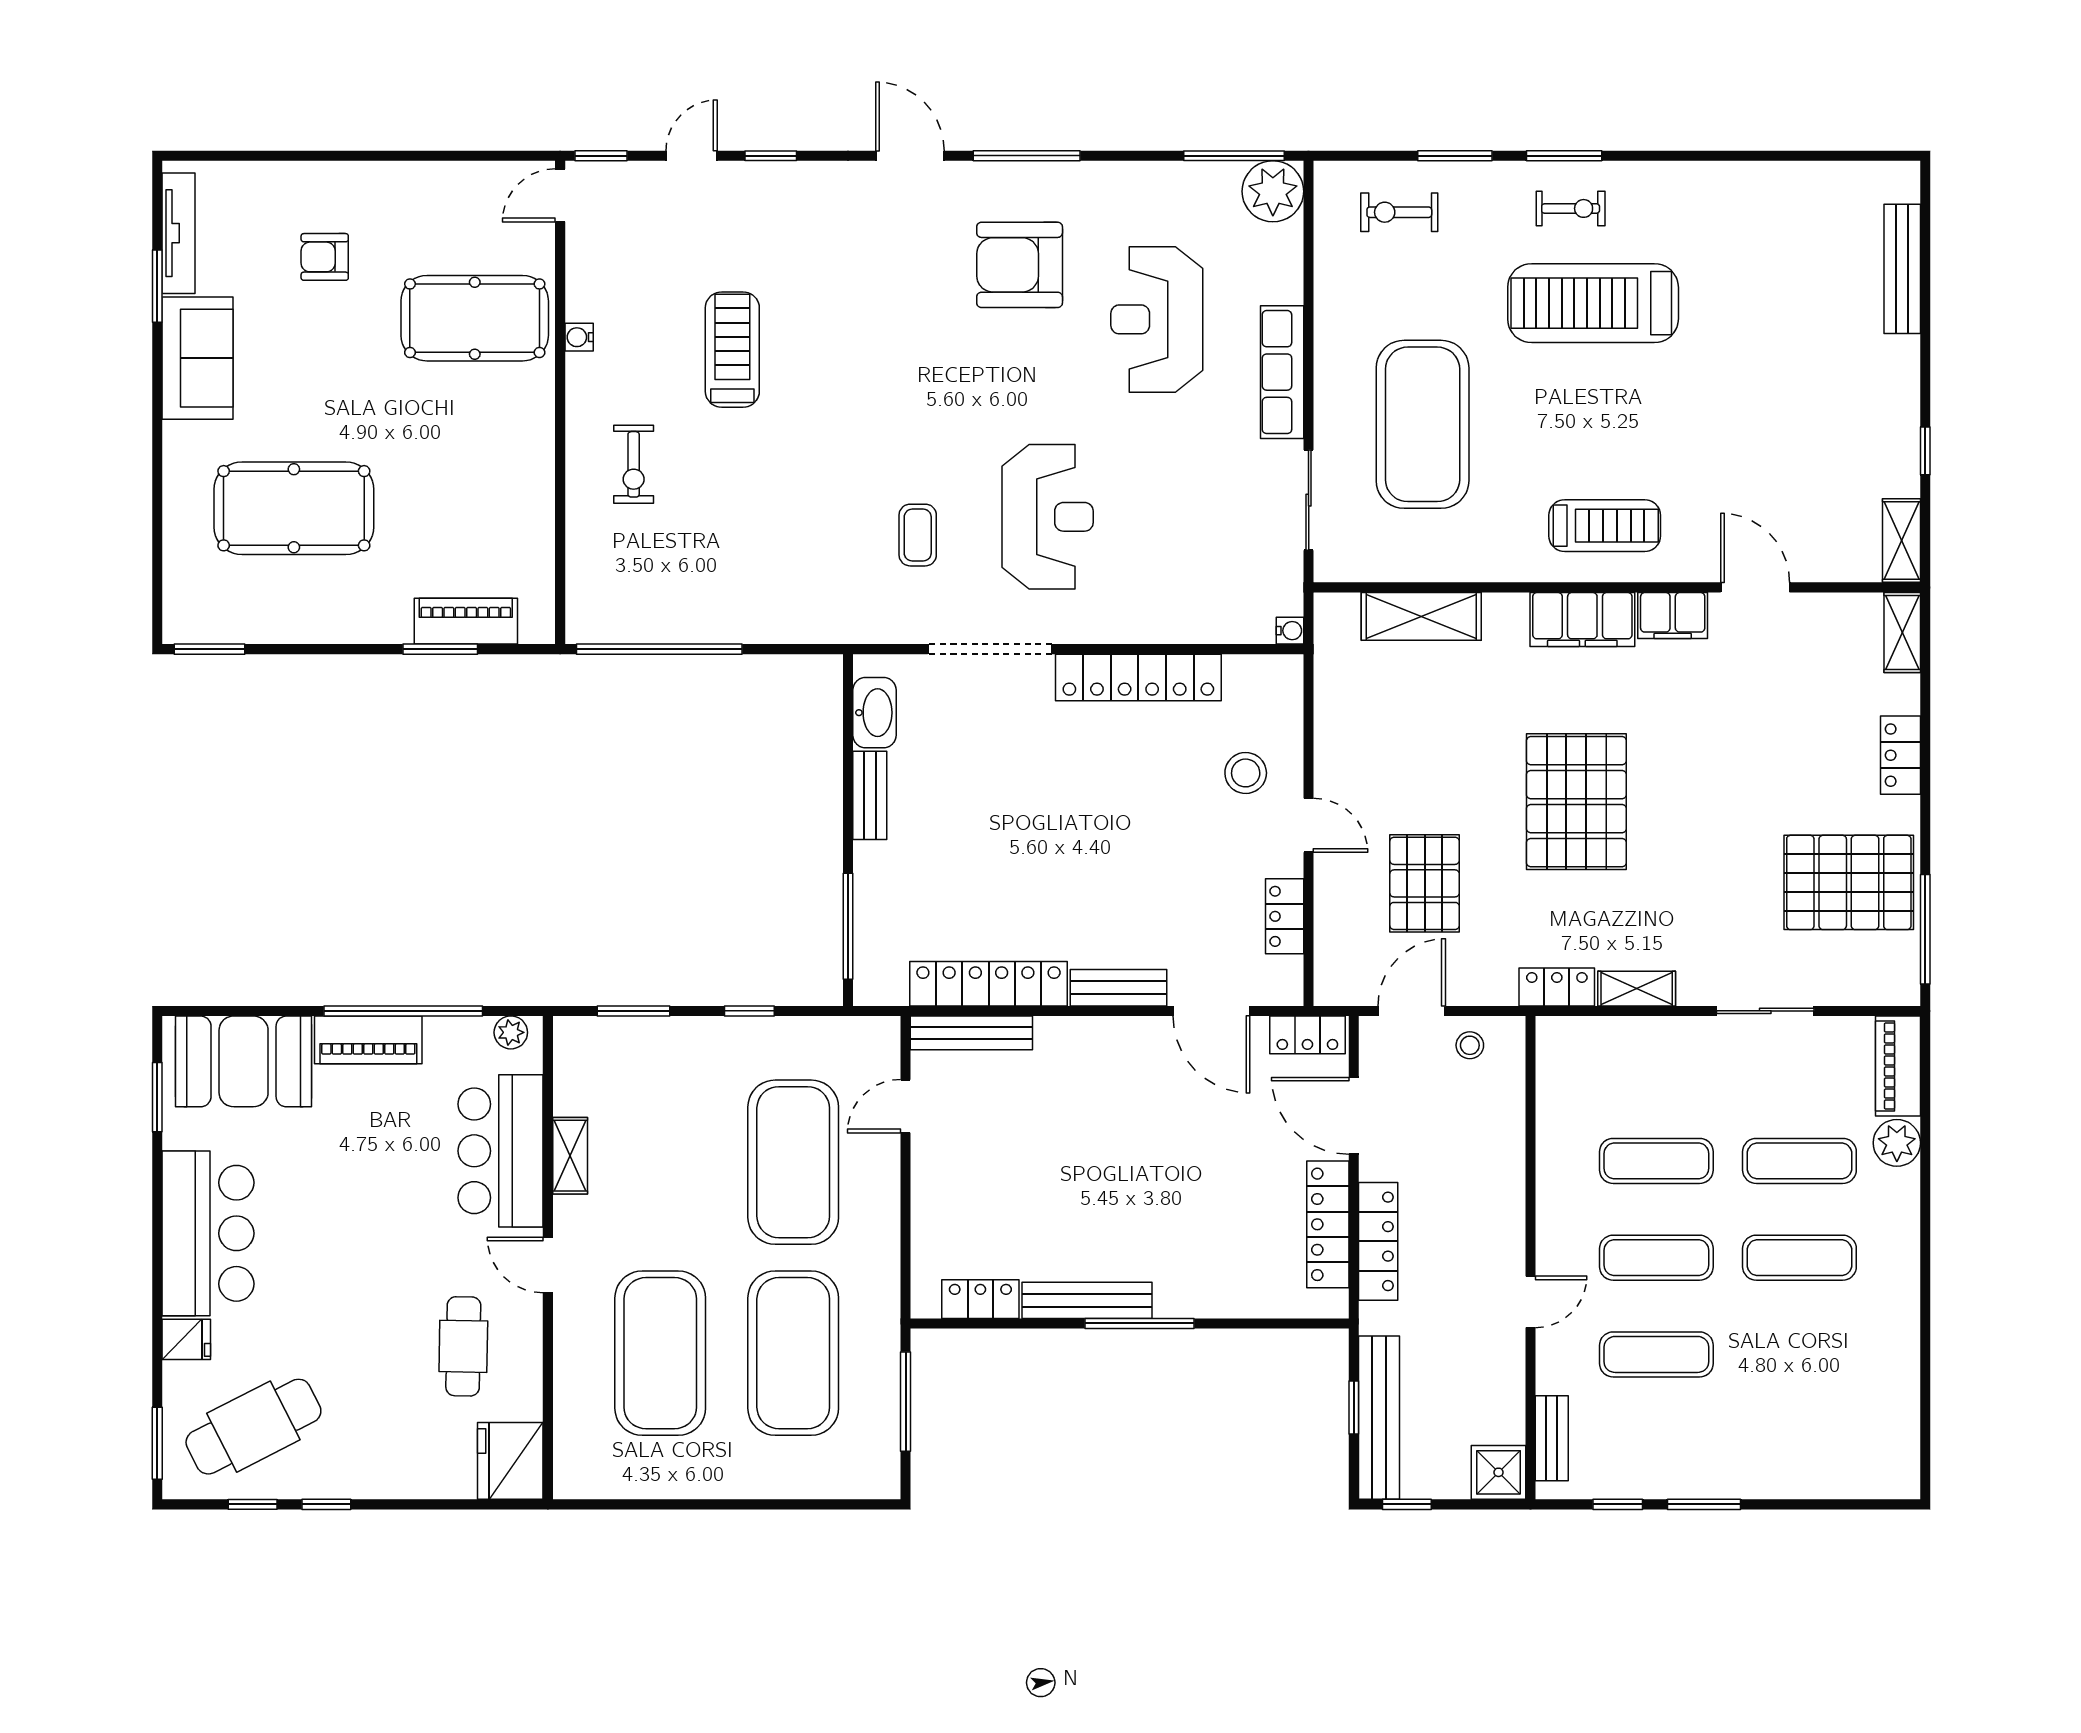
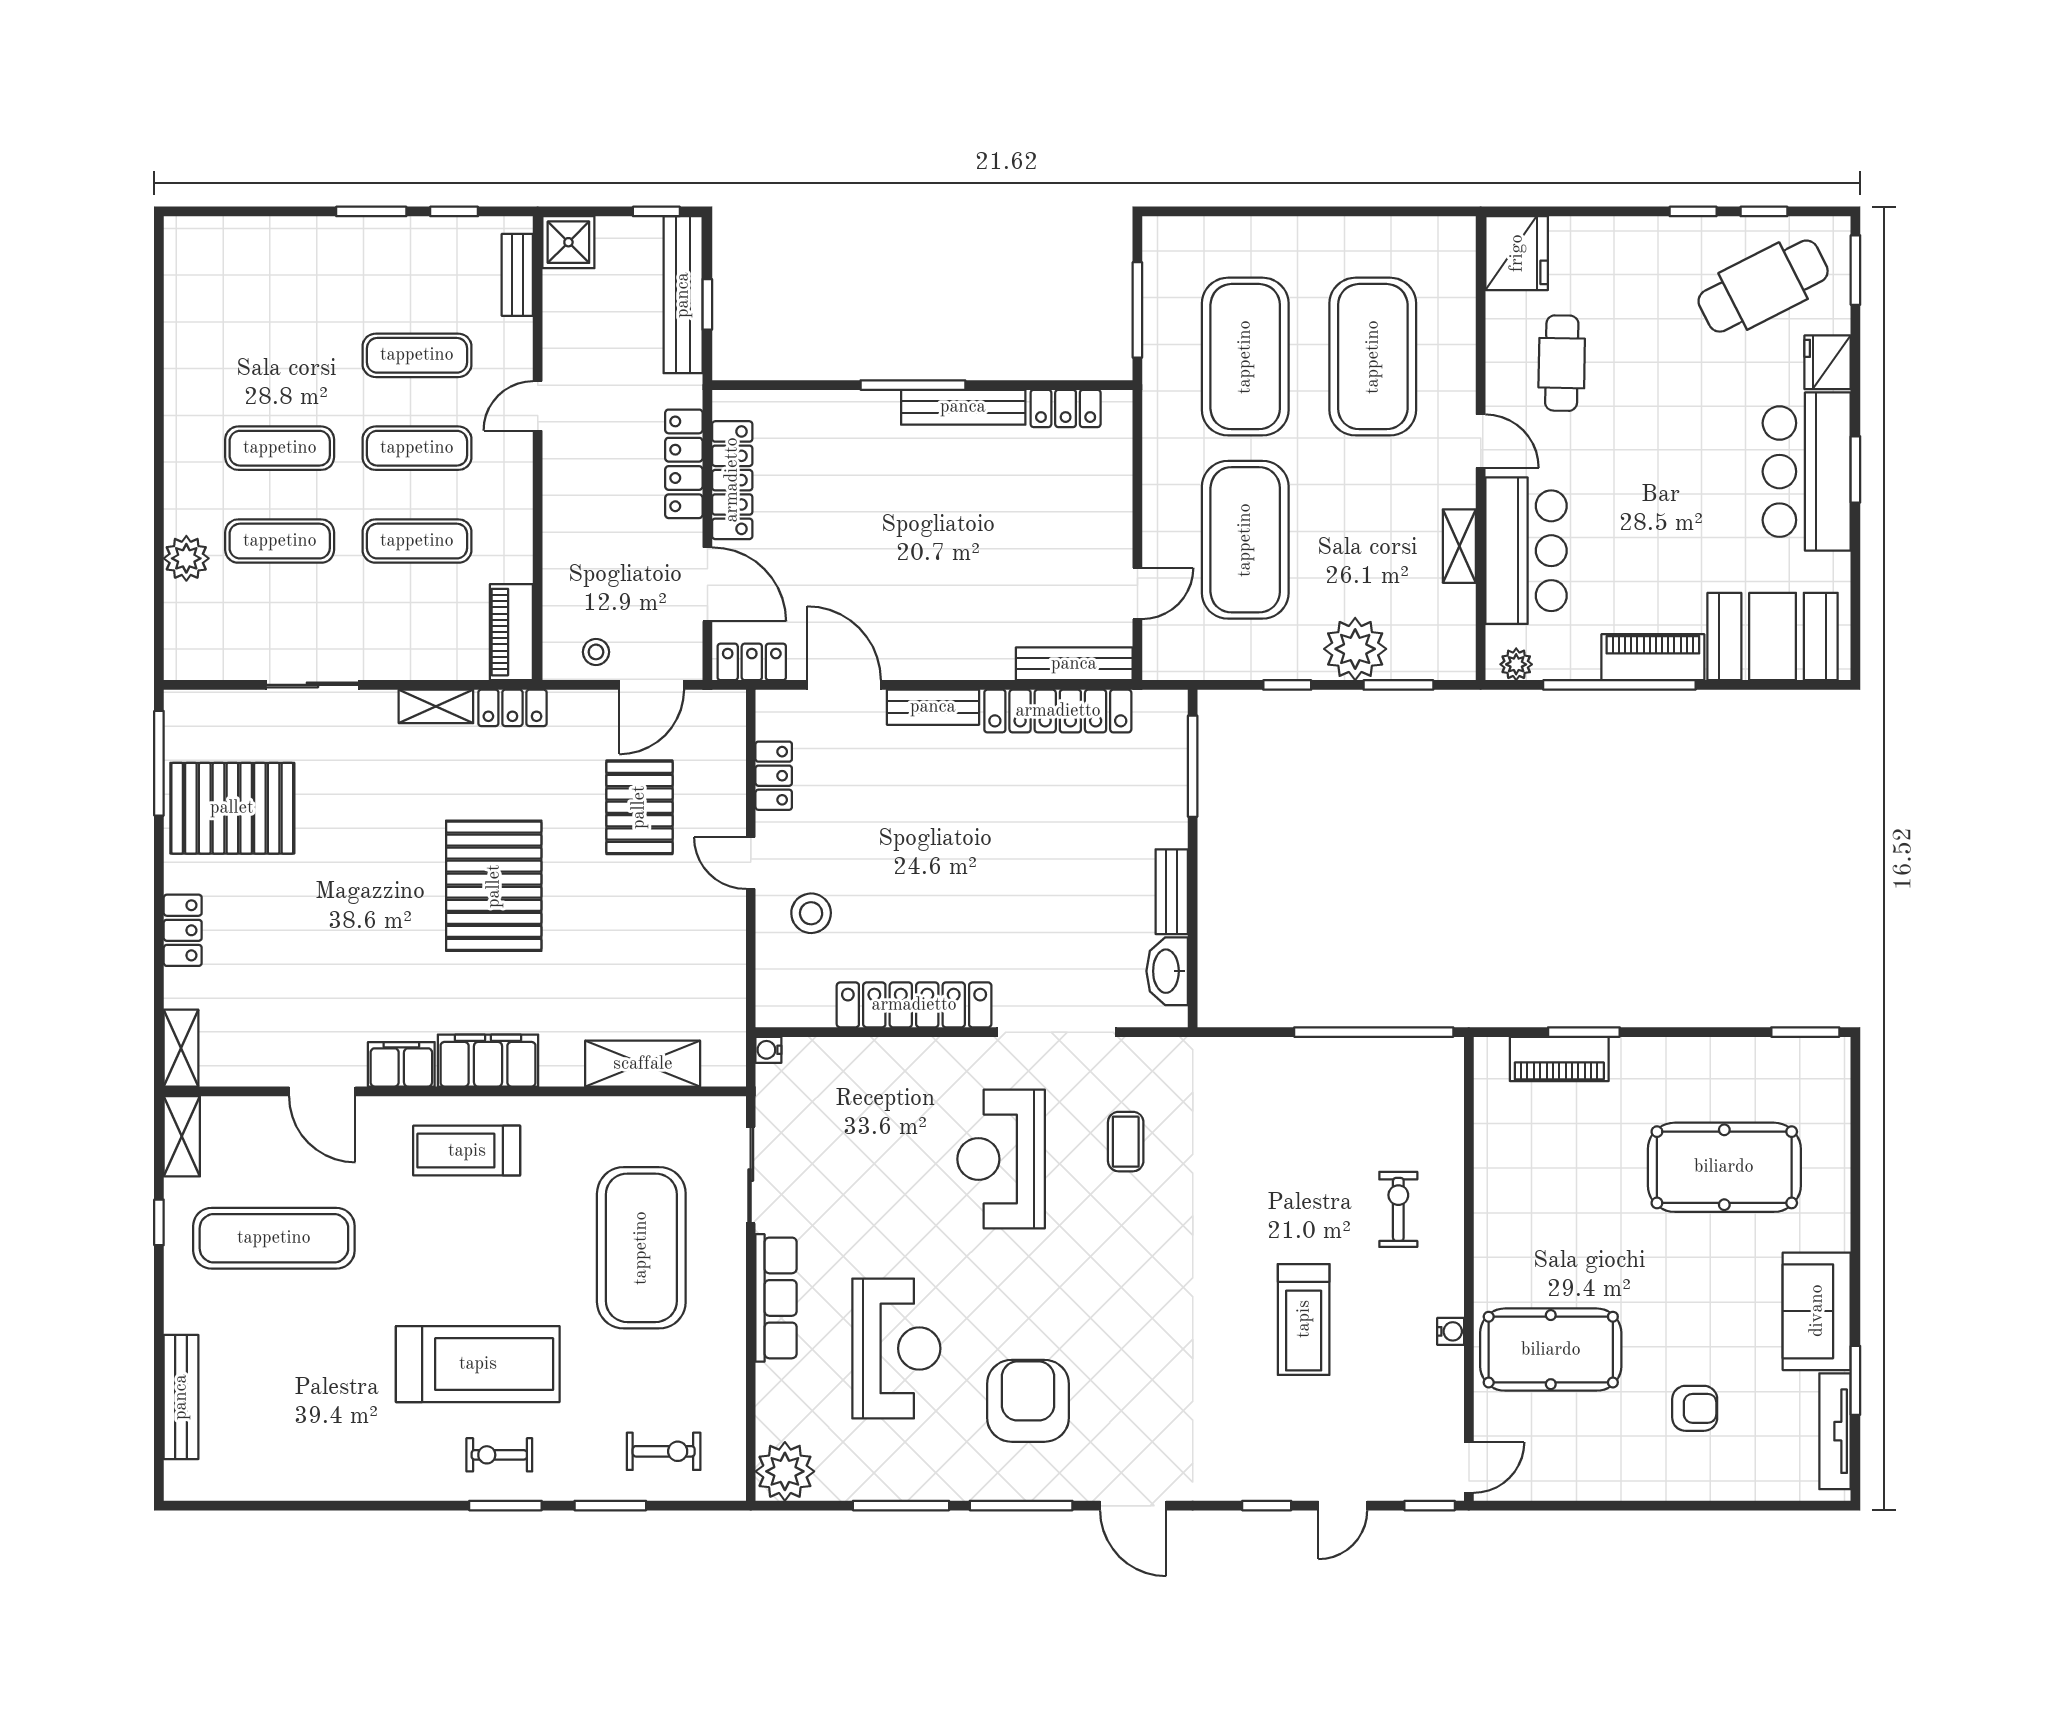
window: (1234, 156) -> (901, 1506), moved
armchair: (1020, 265) -> (1028, 1401), turned -90
exercise mat: (1805, 434) -> (274, 1238), added
plant: (679, 1048) -> (1355, 649), added
piano: (1898, 1066) -> (511, 632), moved, turned 180
window: (157, 1097) -> (1855, 469), moved
fridge: (186, 1339) -> (1828, 362), width x1.38

